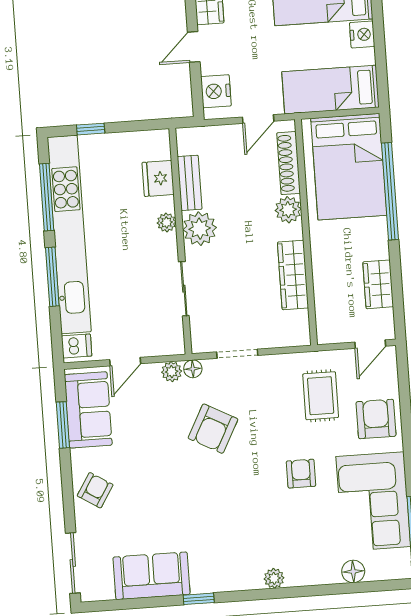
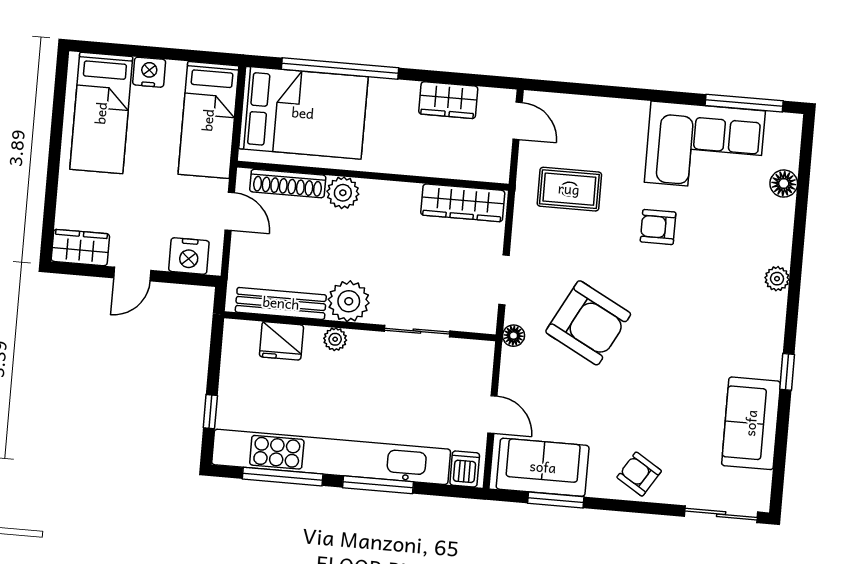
door: (194, 47) -> (132, 274), hinge flipped
bench: (190, 183) -> (281, 303), width x1.36
wardrobe: (293, 275) -> (463, 203), moved
plant: (172, 372) -> (513, 361), removed
armchair: (376, 419) -> (607, 128), removed
armchair: (213, 429) -> (588, 323), width x1.36, depth x1.36

